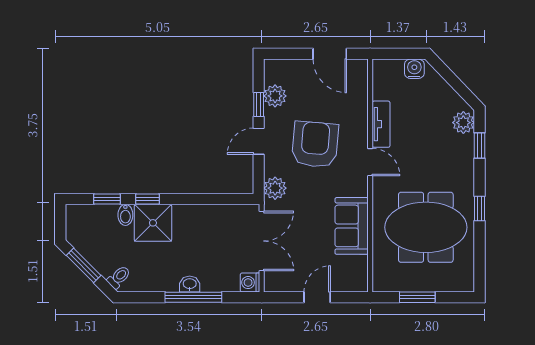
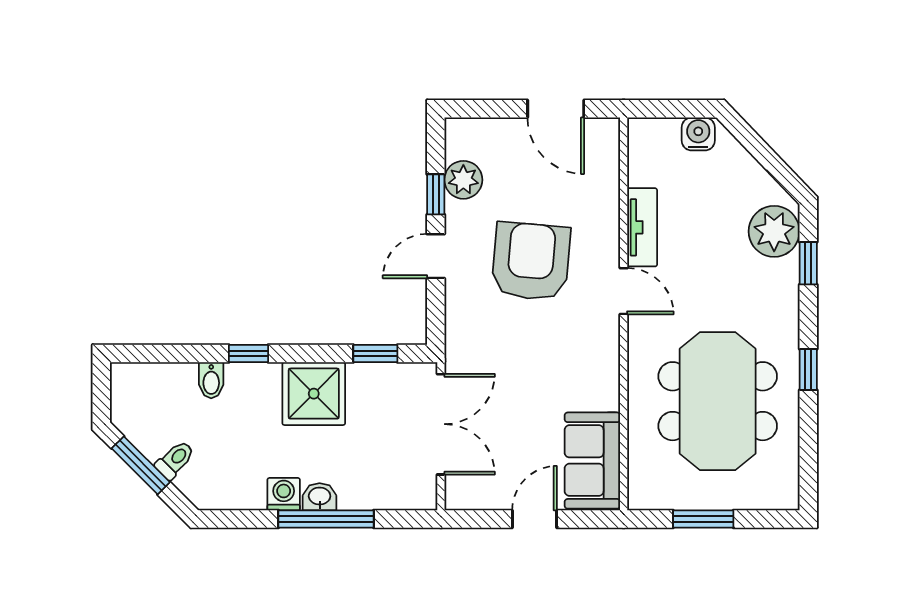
plant: (463, 123) -> (774, 231), width x1.36, depth x1.36
plant: (275, 188) -> (464, 335), removed
window: (107, 199) -> (375, 354), moved
shower: (153, 223) -> (314, 394), moved
sofa: (352, 226) -> (592, 461), moved
meeting table: (426, 227) -> (718, 401), turned 90
toilet: (119, 277) -> (175, 460), moved
washing machine: (250, 283) -> (284, 494), moved, turned 90

